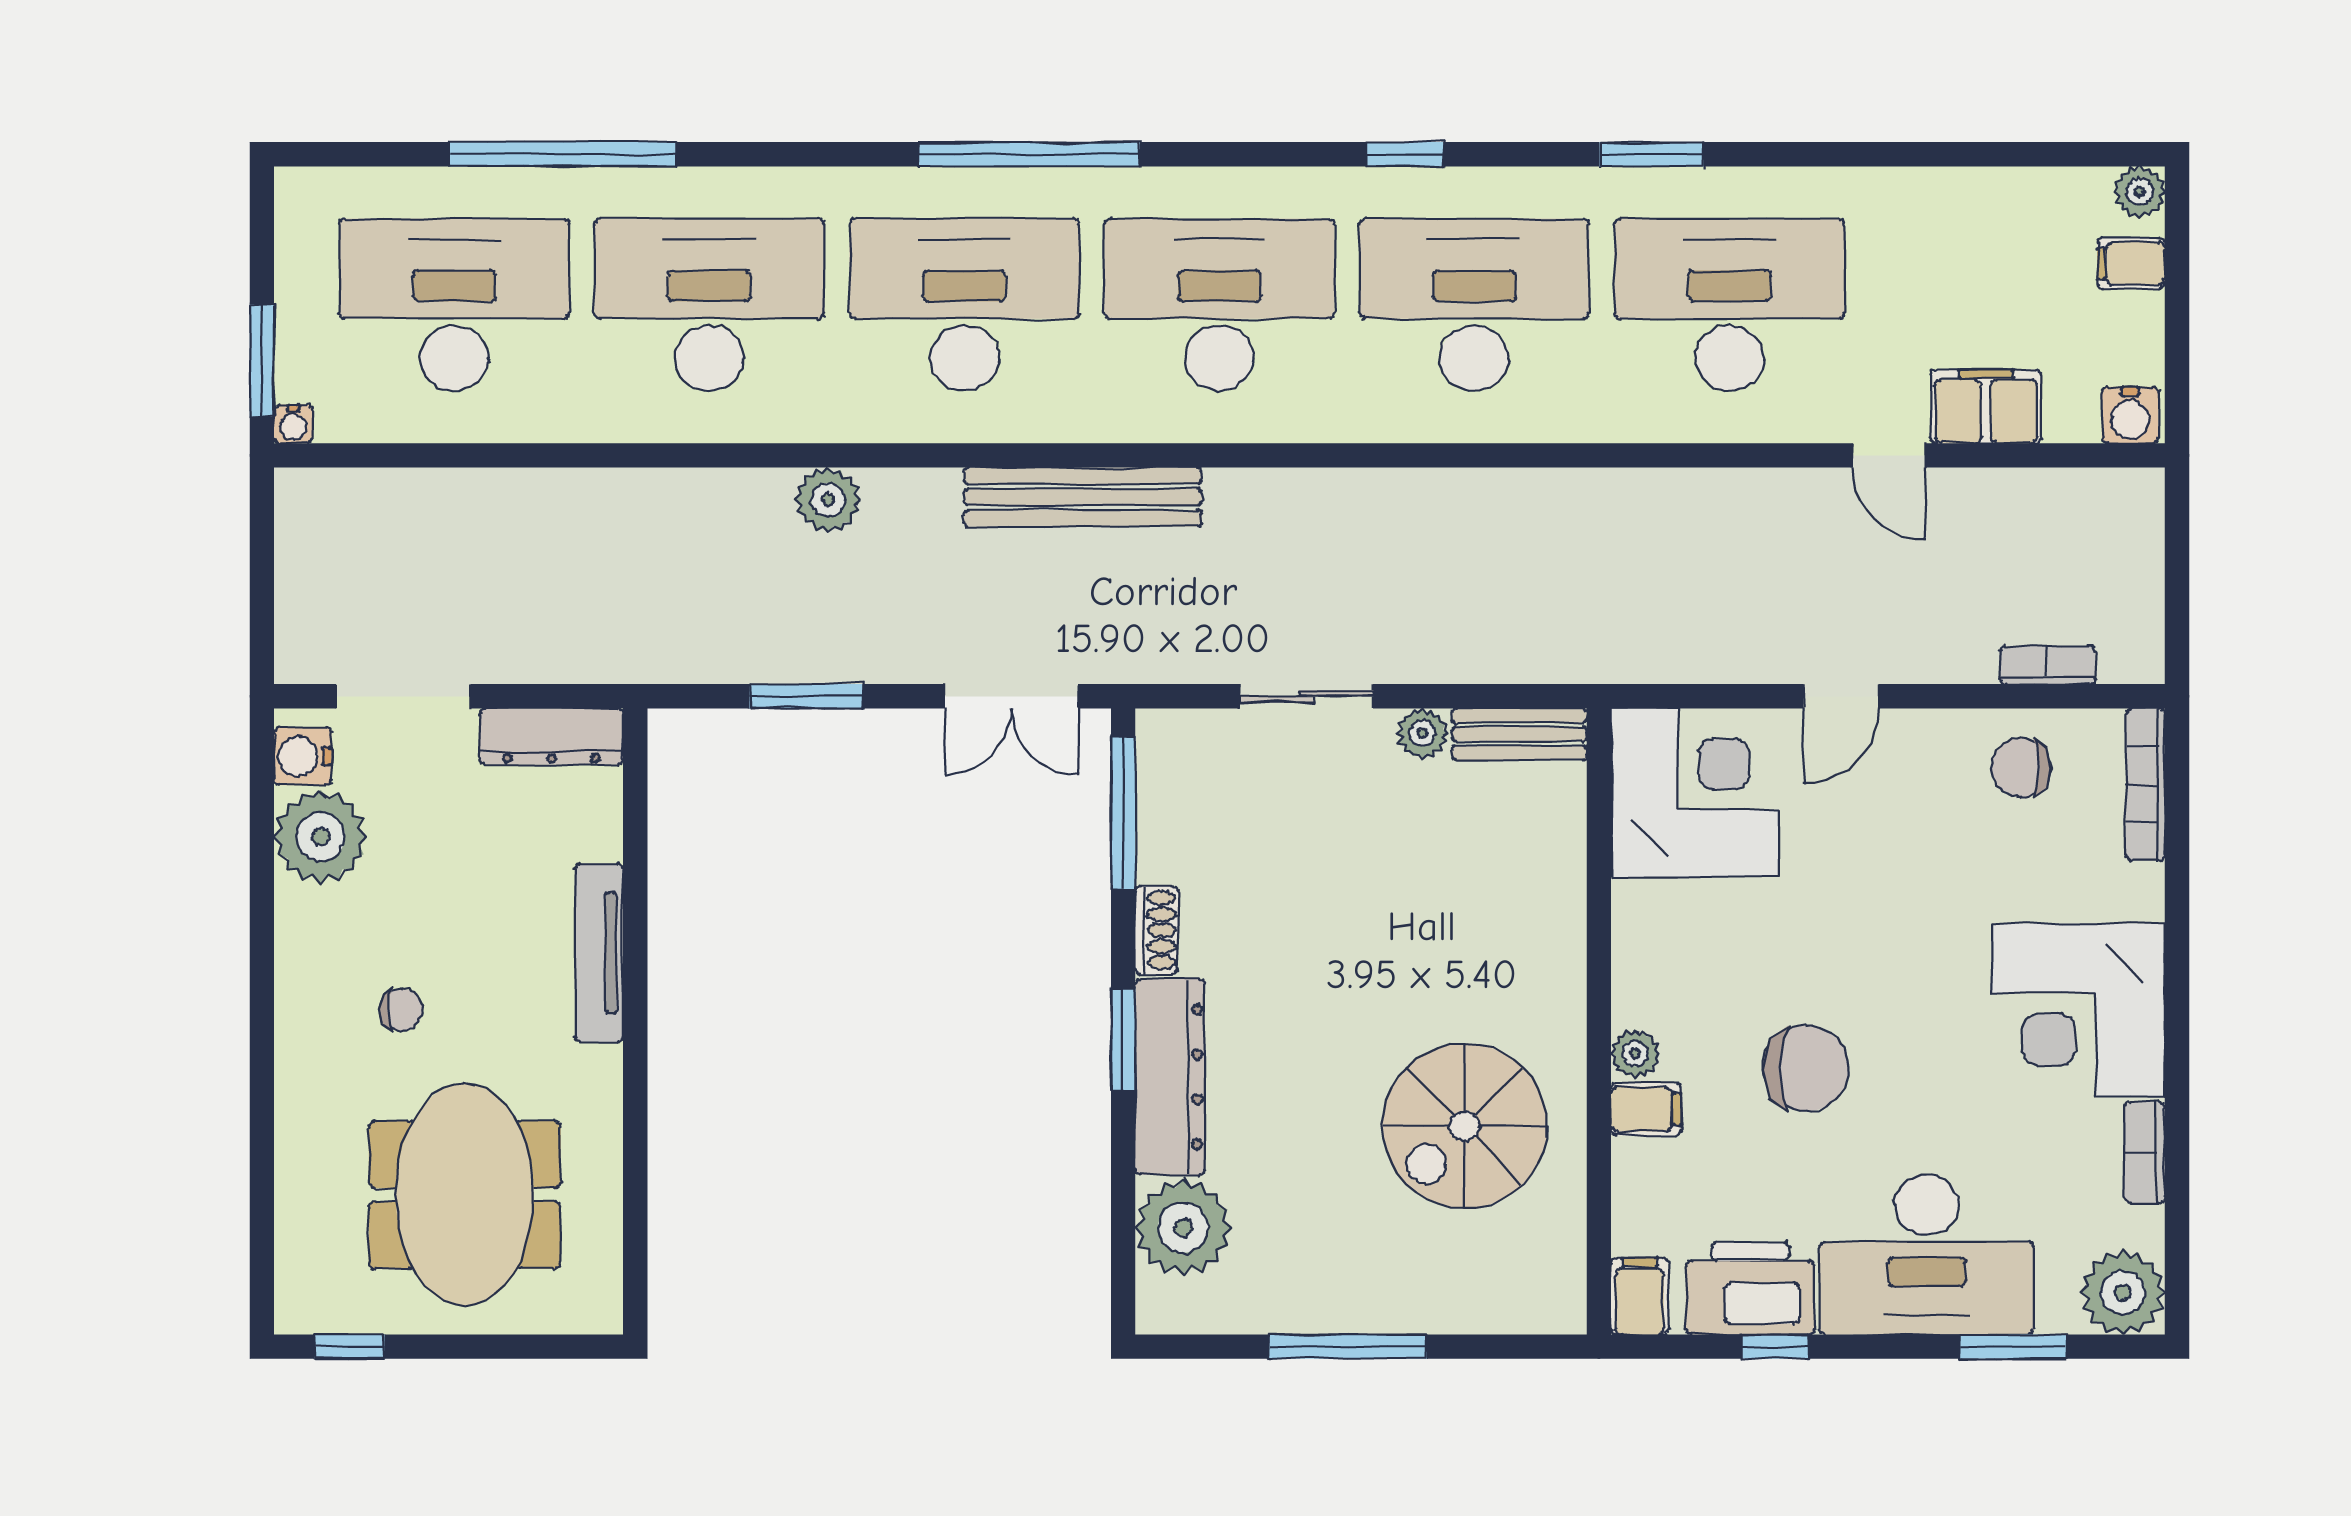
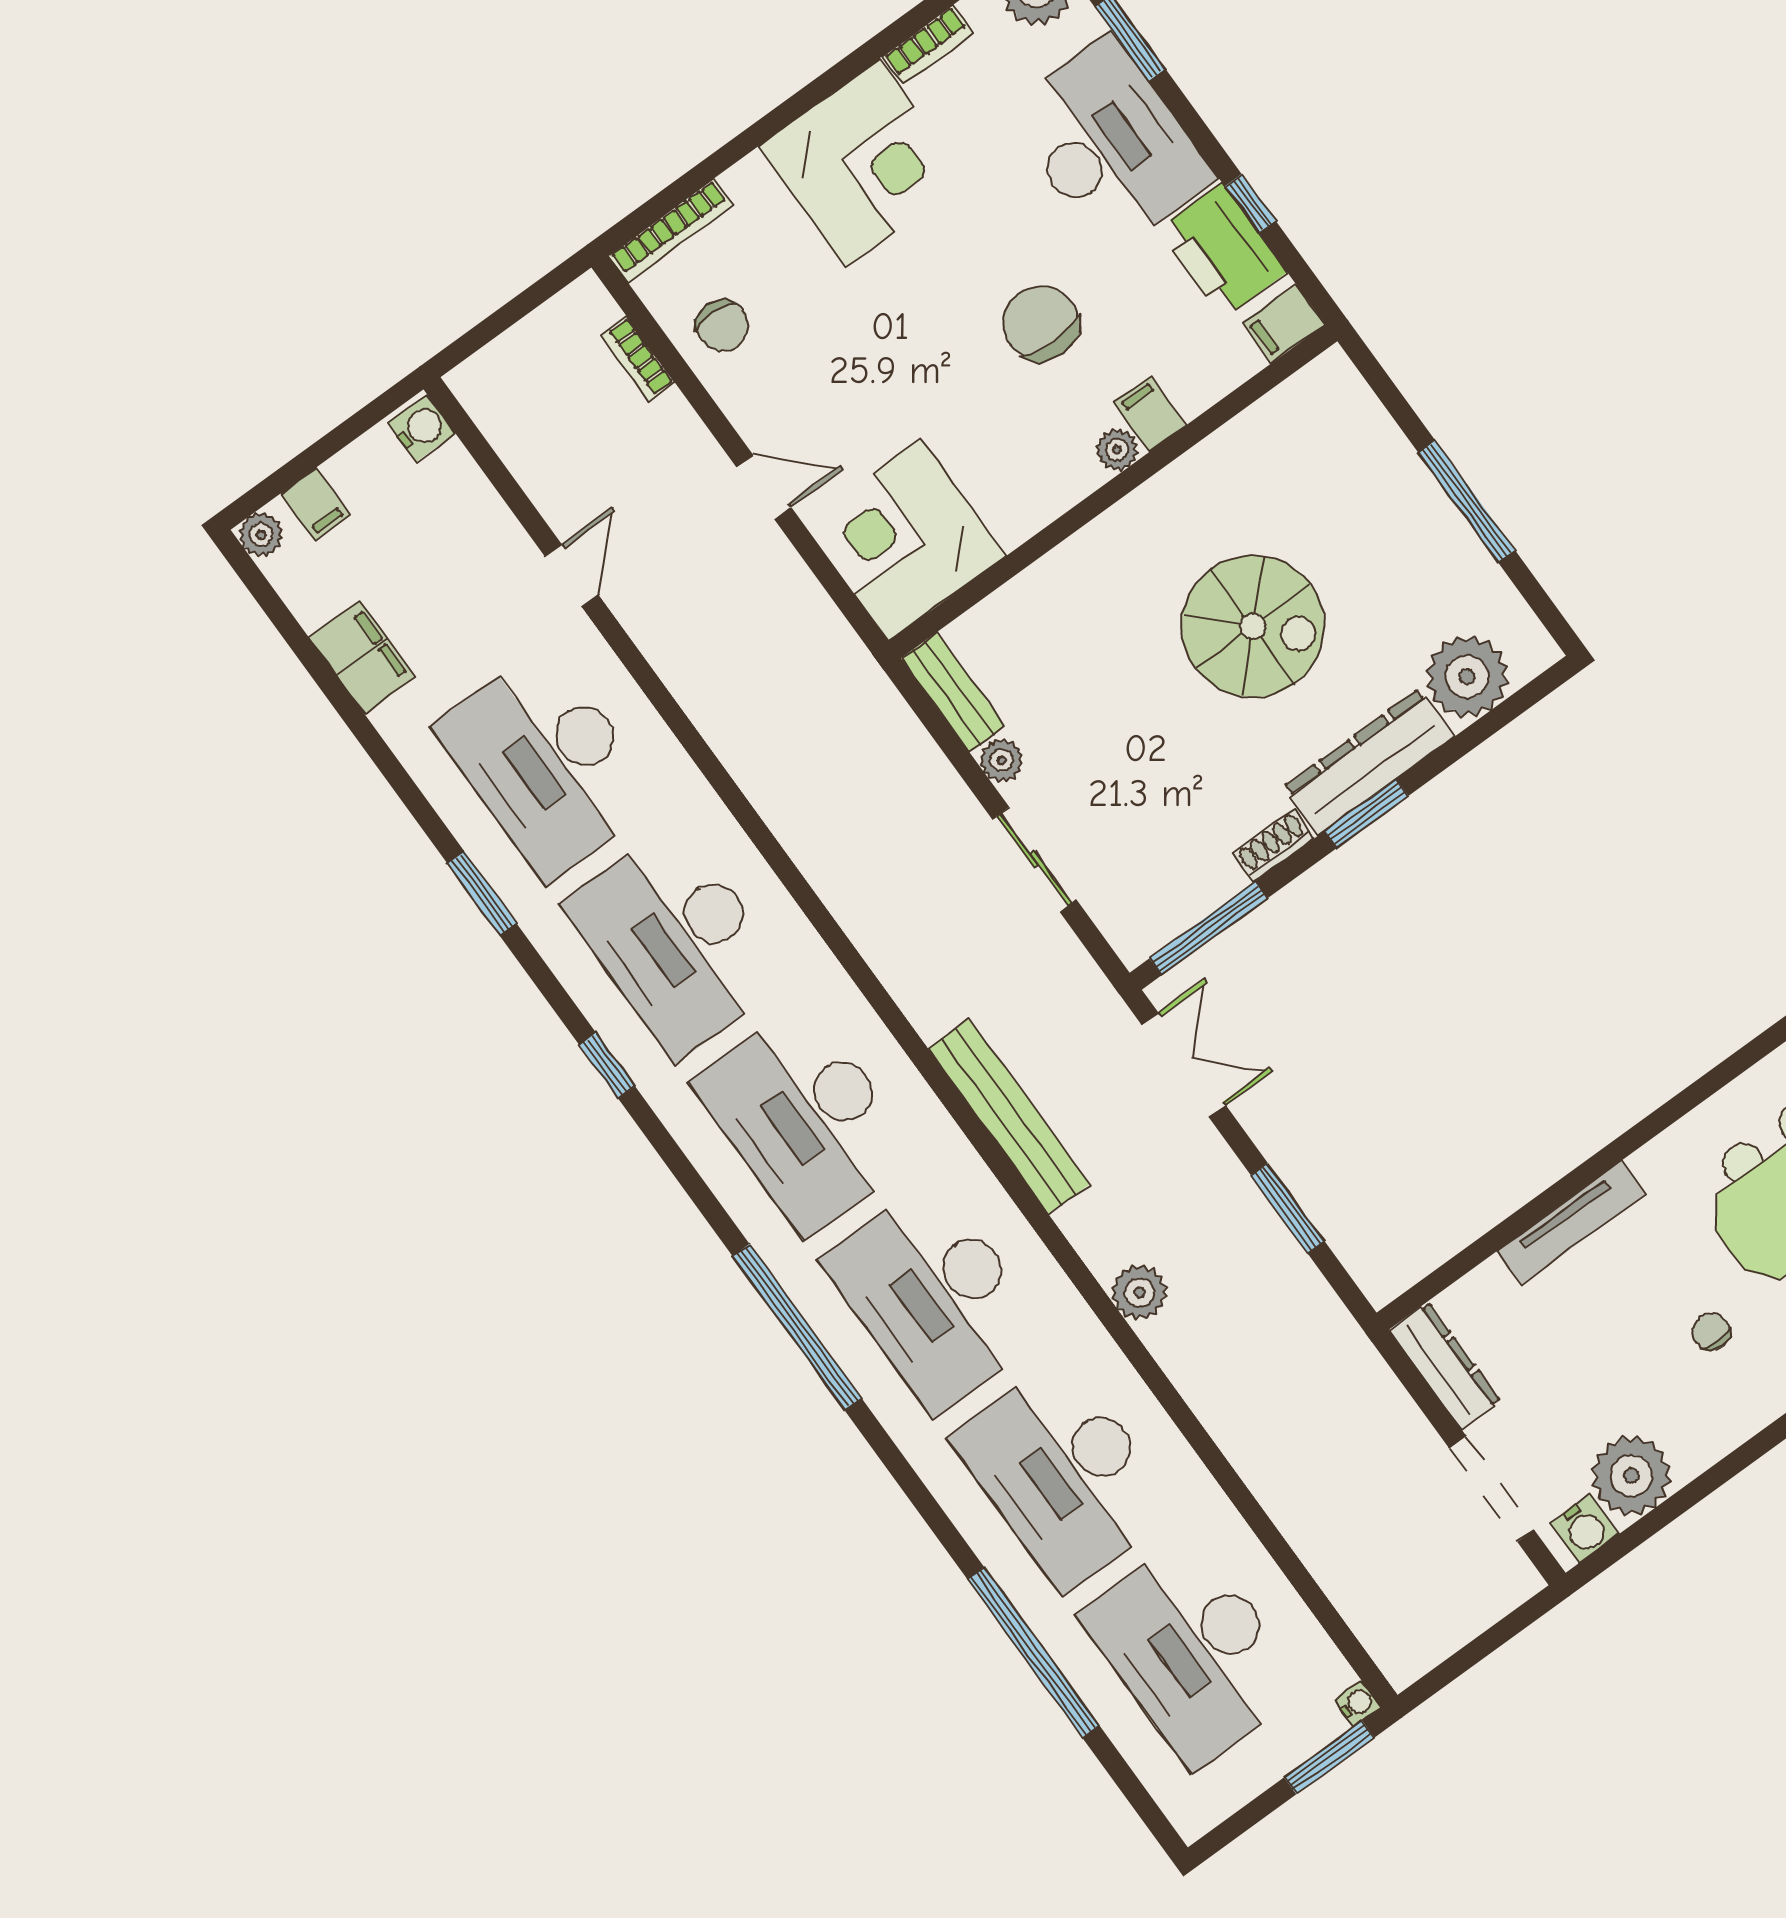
filing cabinet: (1986, 406) -> (362, 657), moved, turned 180
spiral stairs: (1465, 1126) -> (1253, 626), moved

